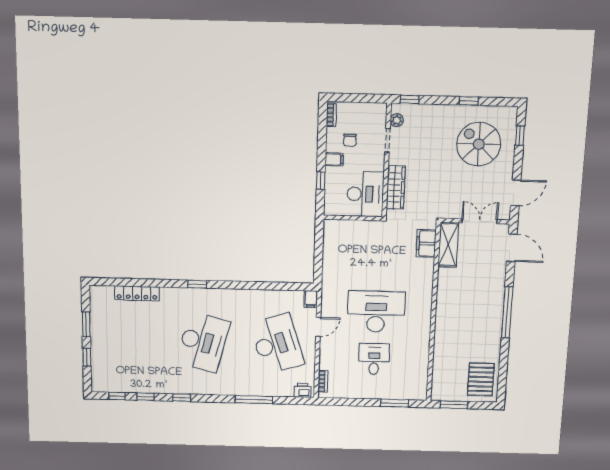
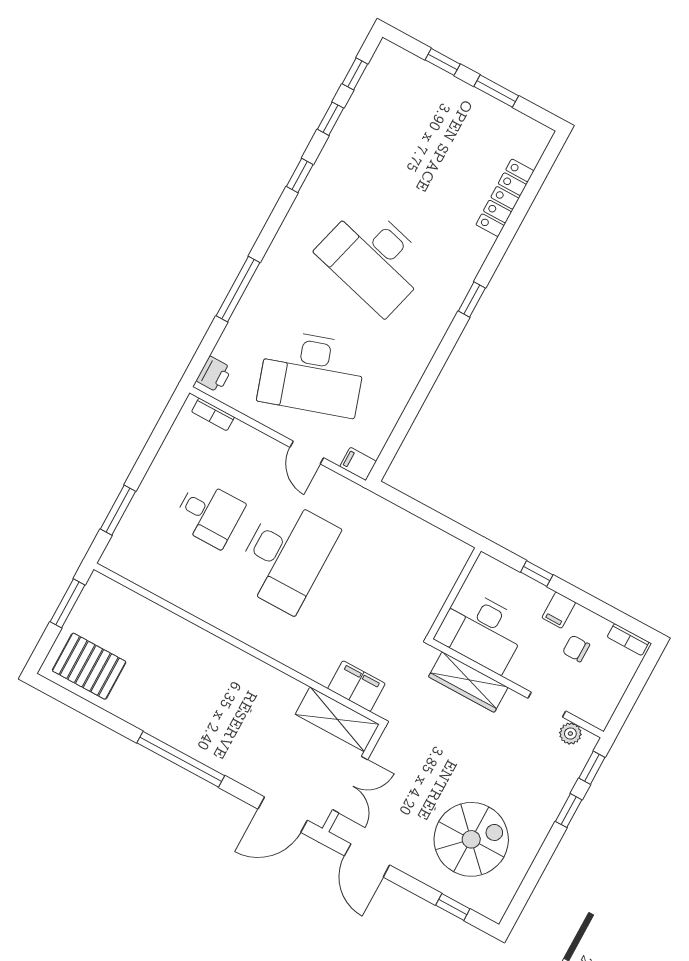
window: (469, 101) -> (569, 811), moved

